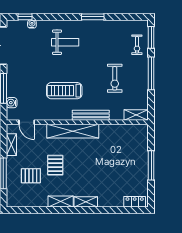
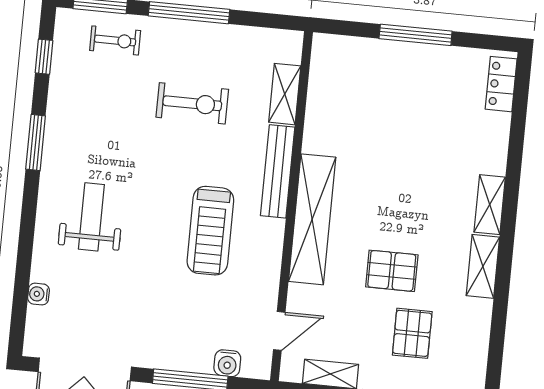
window: (25, 17) -> (44, 57), moved
shelving: (136, 115) -> (285, 94), moved

